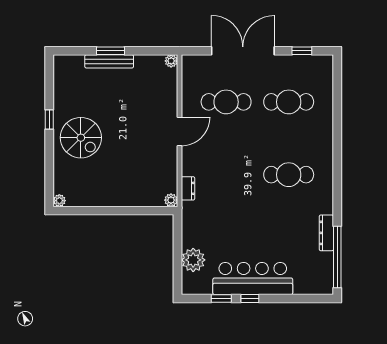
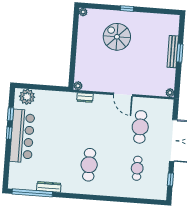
cafe table: (289, 102) -> (137, 168), width x0.73, depth x0.74
window: (49, 119) -> (127, 9), moved
spiral stairs: (81, 138) -> (117, 37), moved, turned 90
plant: (193, 260) -> (27, 97), moved

